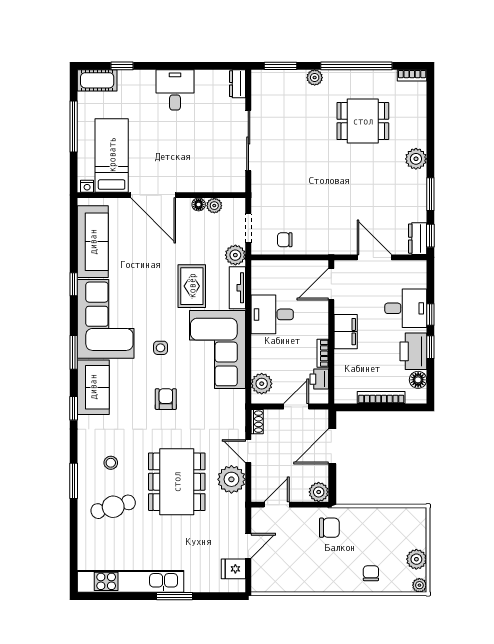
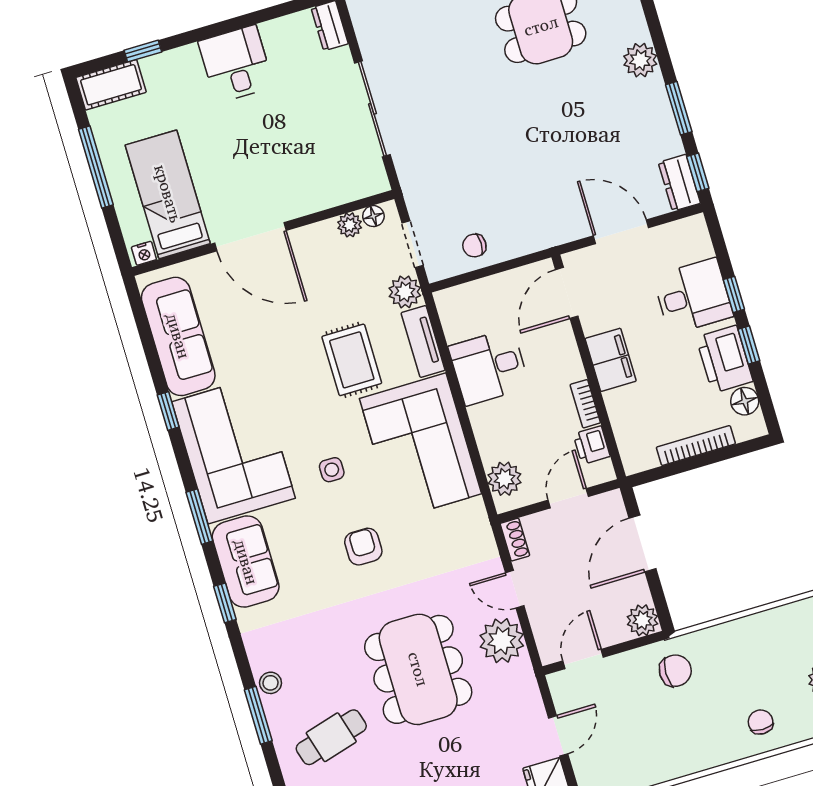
floor lamp: (199, 204) -> (373, 216), moved
stool: (111, 463) -> (271, 683), moved

